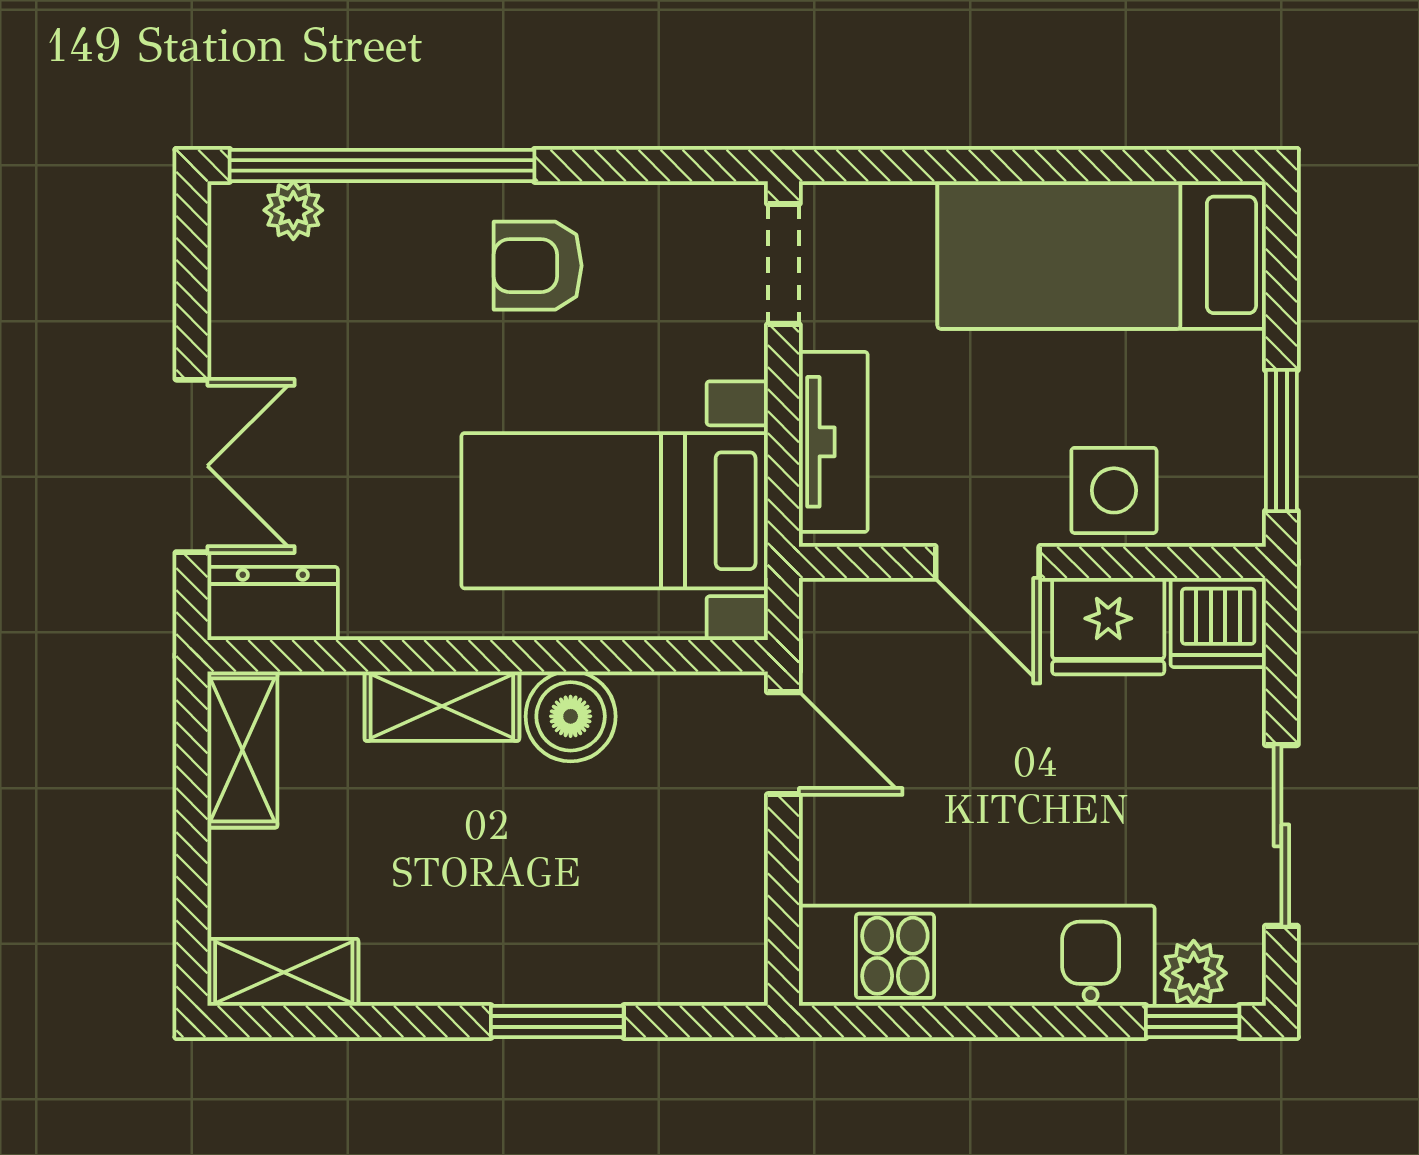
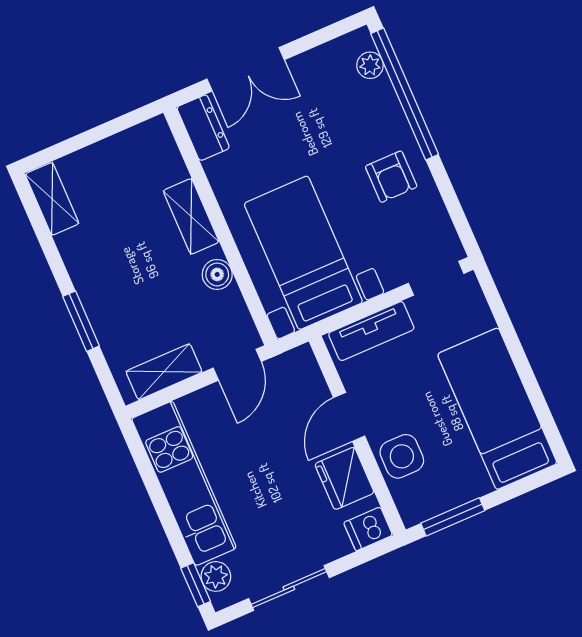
armchair: (538, 266) -> (391, 177), turned 180
dishwasher: (1218, 623) -> (368, 529), width x0.73
boiler: (571, 716) -> (217, 274), width x0.73, depth x0.73
shelving: (242, 750) -> (164, 372), moved

